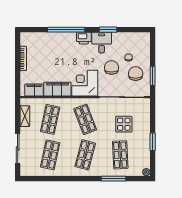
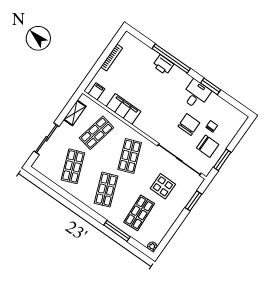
printer: (84, 38) -> (163, 65), moved
chair: (136, 74) -> (208, 146), turned 90
corner desk: (85, 83) -> (153, 122), removed
filing cabinet: (34, 90) -> (96, 91), width x0.50
window: (153, 142) -> (193, 201), moved
shop shelf: (50, 155) -> (73, 166), turned -33
shop shelf: (85, 155) -> (106, 190), turned -36

